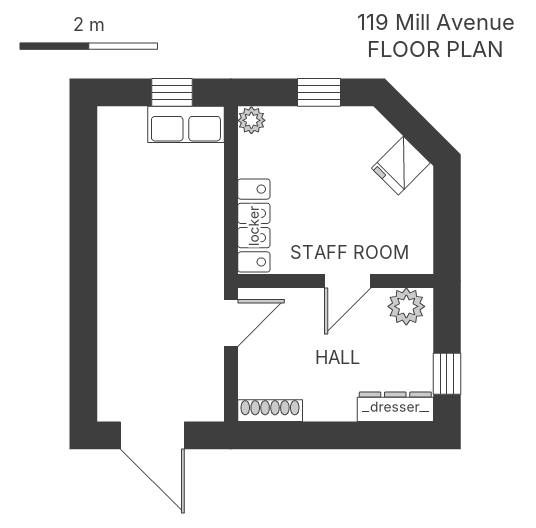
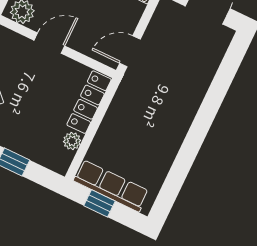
plant: (251, 120) -> (72, 141), moved
row of seats: (186, 124) -> (111, 186), width x1.48

